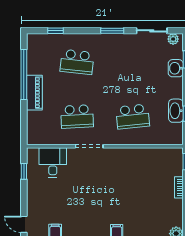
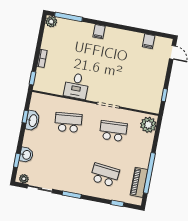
piano: (34, 93) -> (139, 182), moved
plant: (36, 132) -> (148, 125), added
desk: (53, 162) -> (76, 86), moved

